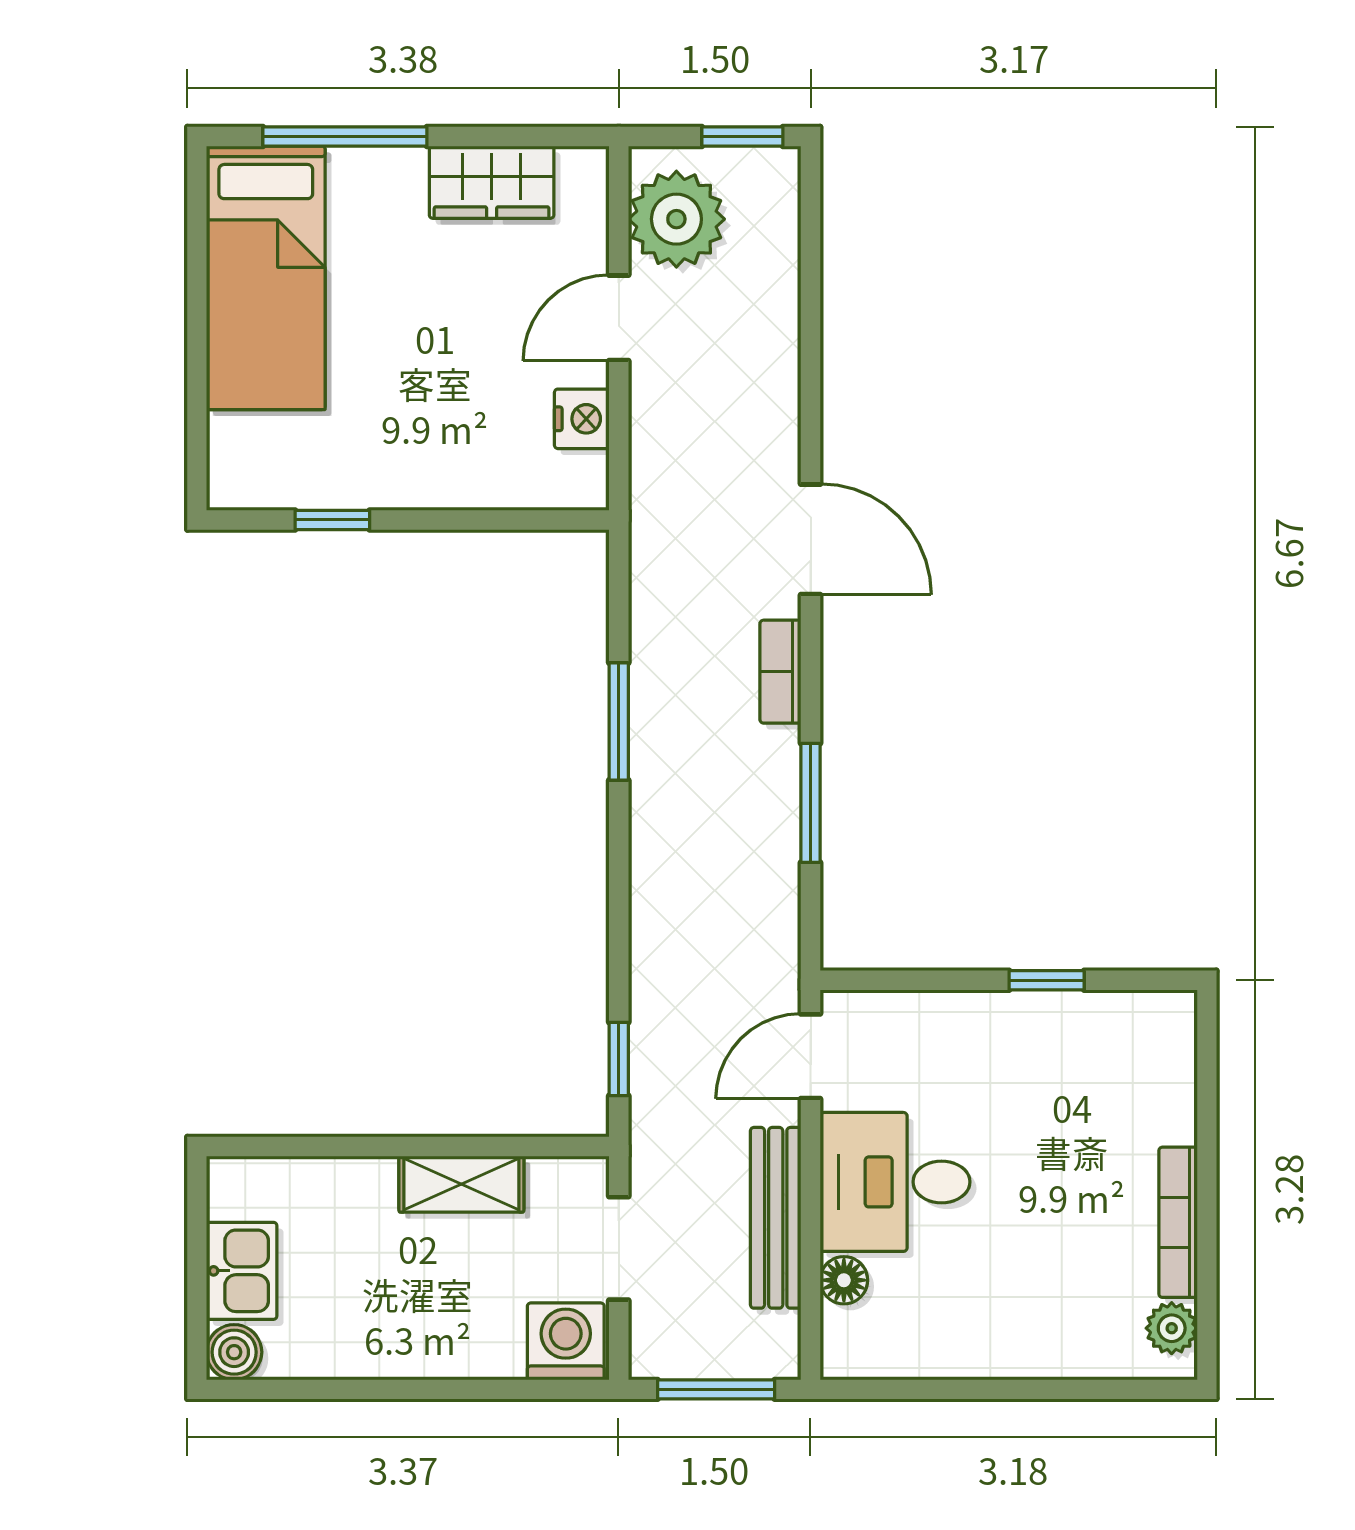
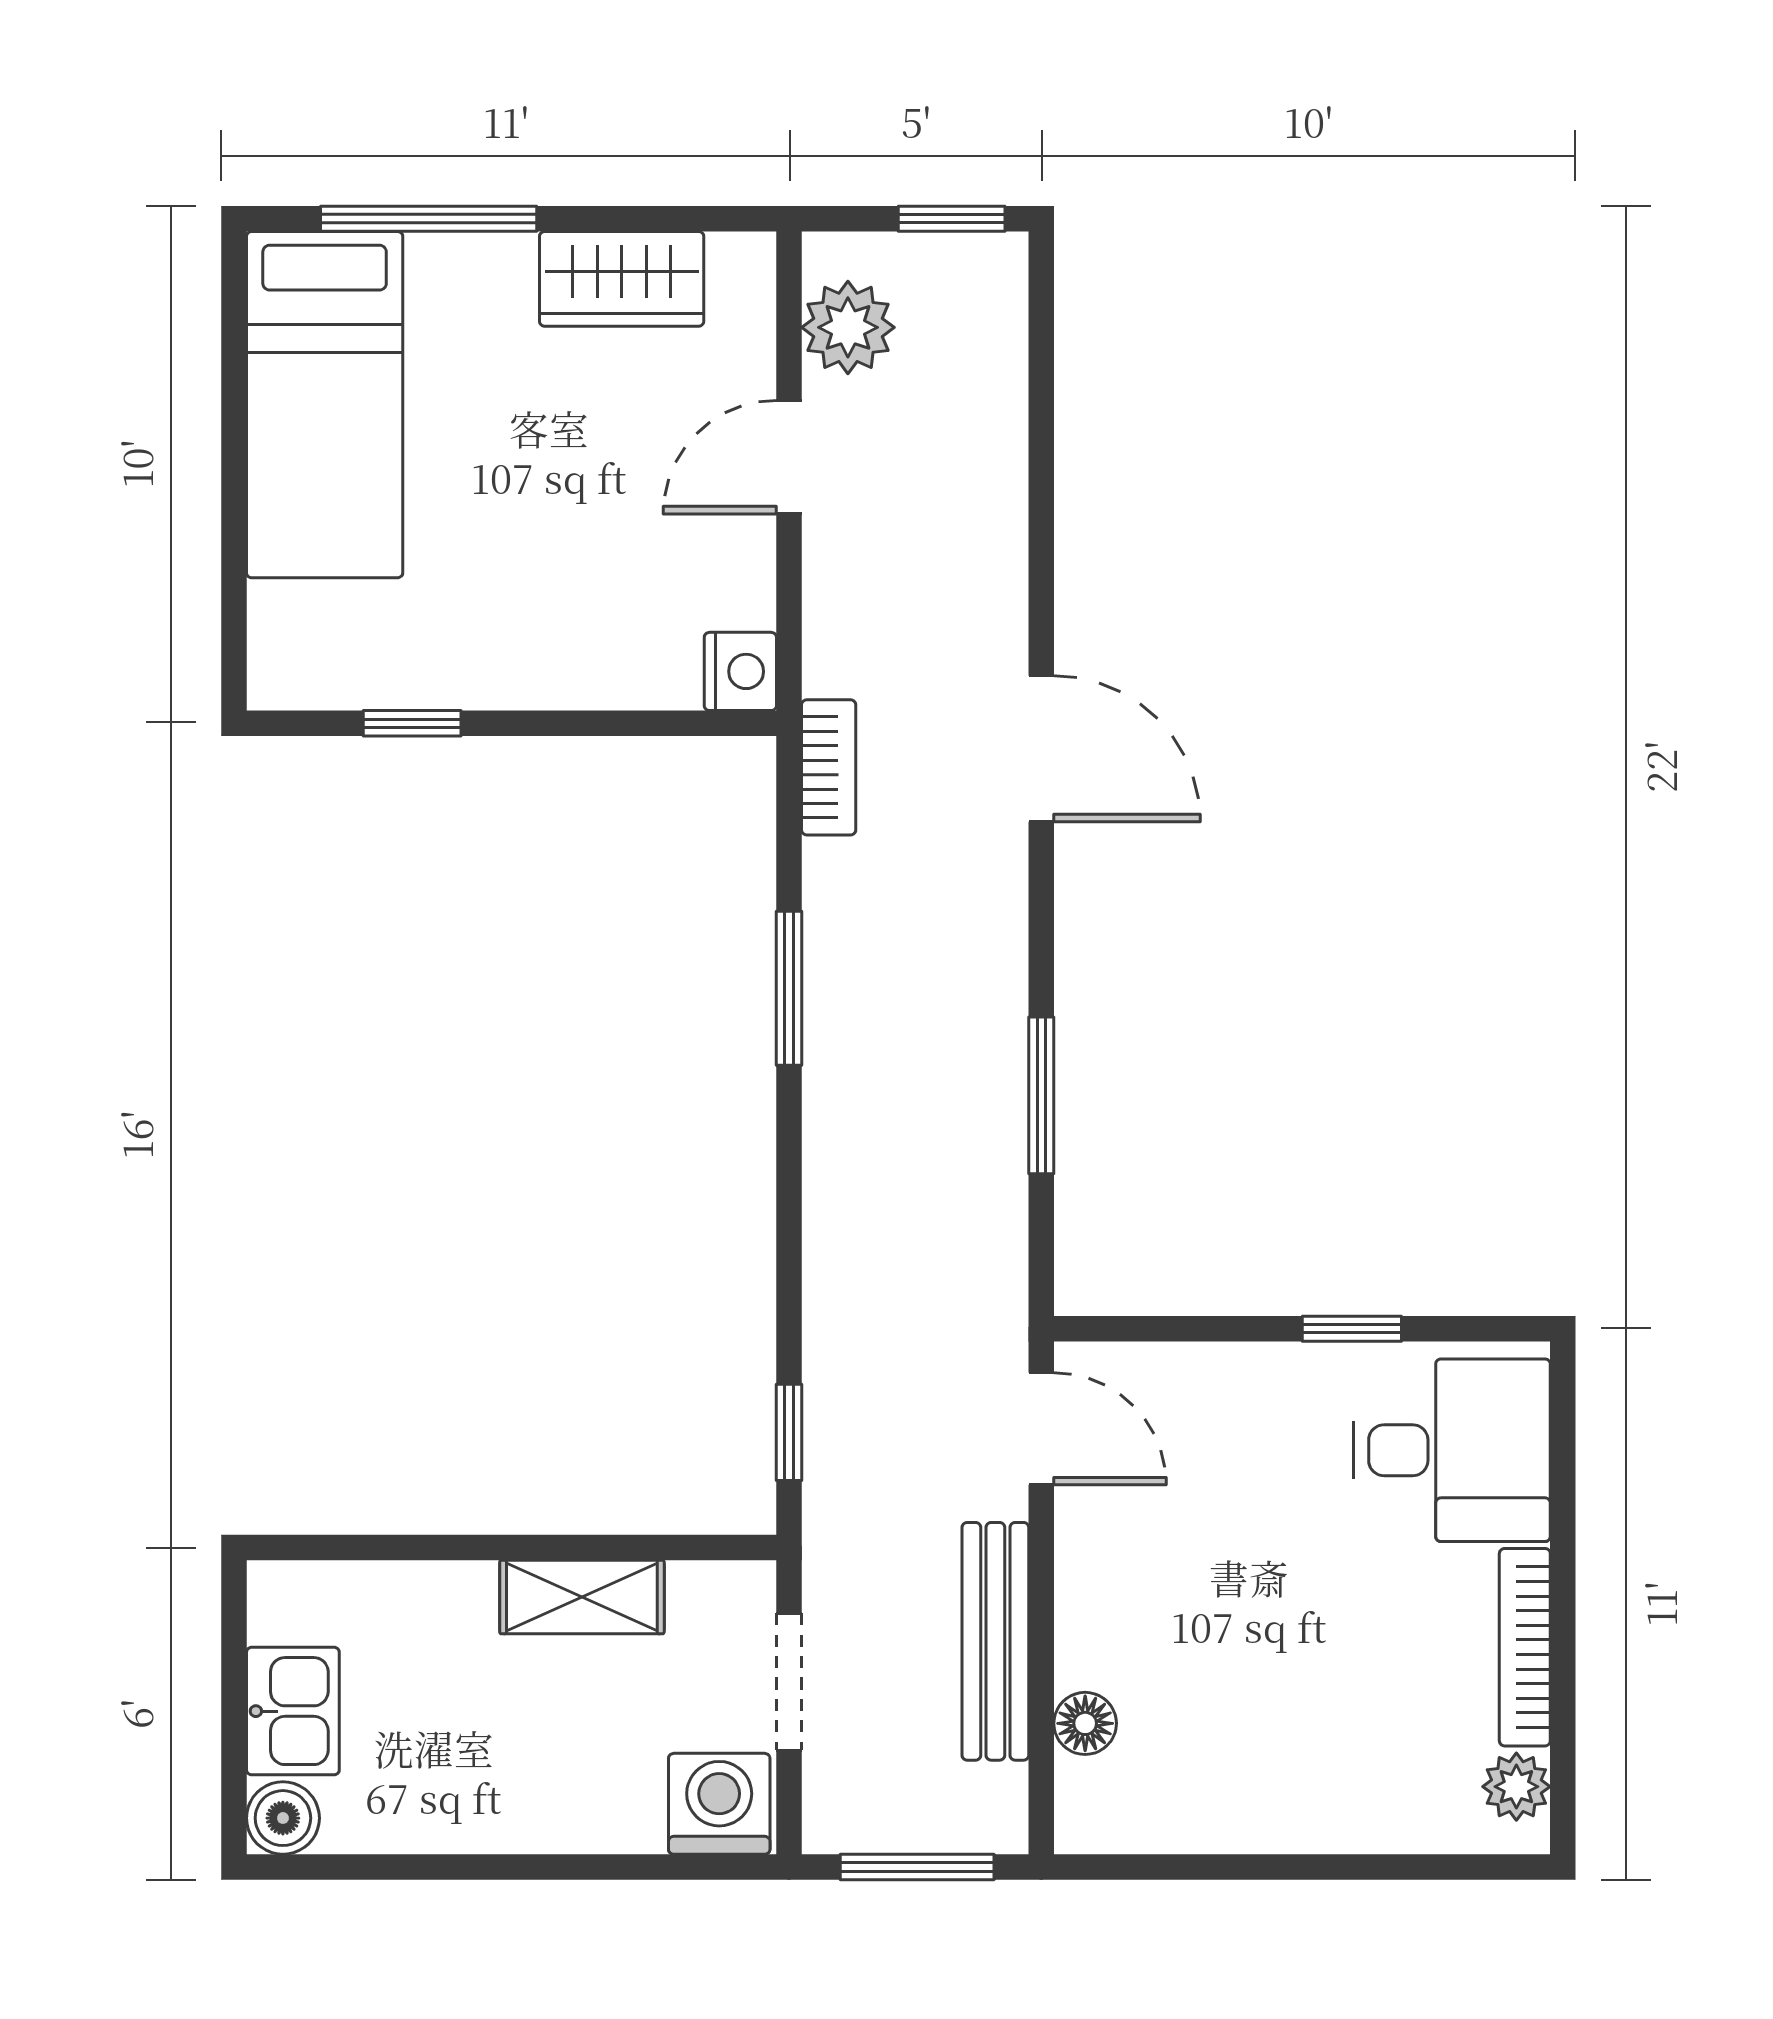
plant: (676, 219) -> (848, 327), width x0.73, depth x0.73
nightstand: (582, 419) -> (740, 671), moved
bookcase: (780, 672) -> (829, 767), moved, turned 180
door: (811, 1056) -> (1041, 1429), swing flipped
desk: (895, 1182) -> (1452, 1450), moved, turned 180

